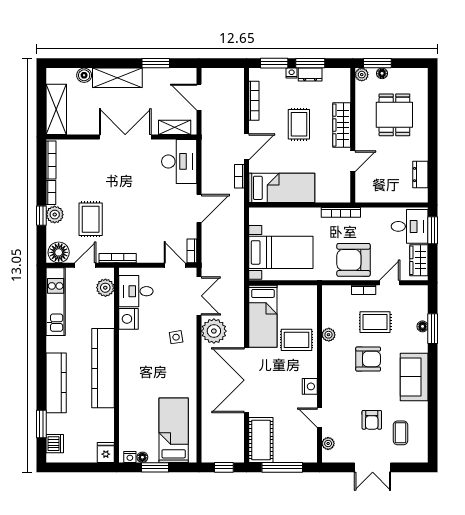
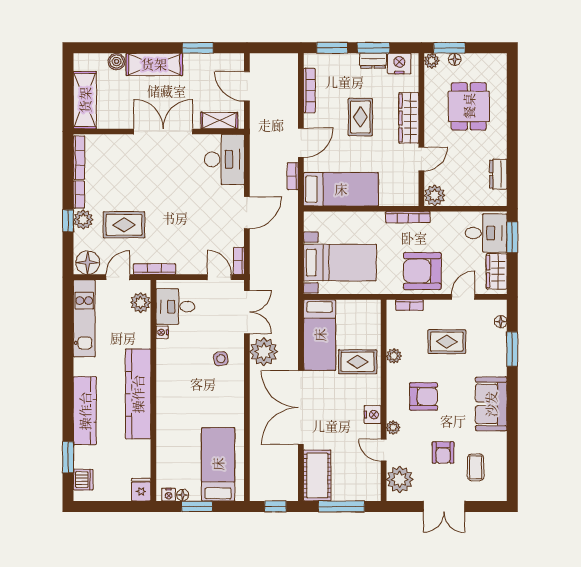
nightstand: (292, 73) -> (399, 64), moved, width x1.89, depth x1.79
plant: (364, 193) -> (435, 195), added
rug: (91, 219) -> (124, 225), turned 90
bookcase: (364, 290) -> (410, 305), moved
nightstand: (128, 319) -> (162, 332), width x0.53, depth x0.56
floor lamp: (423, 326) -> (501, 322), moved
armchair: (368, 359) -> (423, 396), moved
plant: (328, 398) -> (393, 427), added
plant: (328, 444) -> (400, 479), width x1.87, depth x1.87

